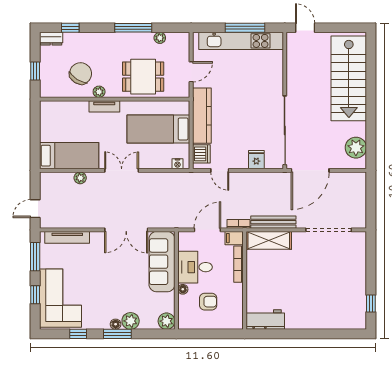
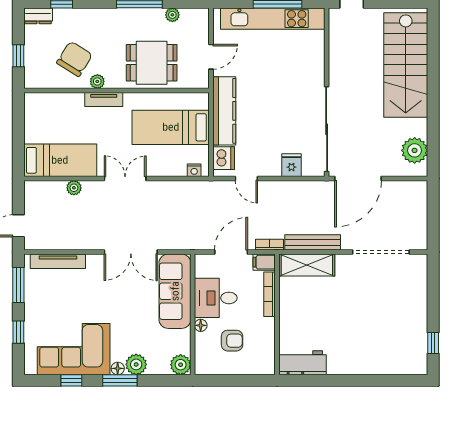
corner sofa: (60, 298) -> (74, 349), moved, turned -90

